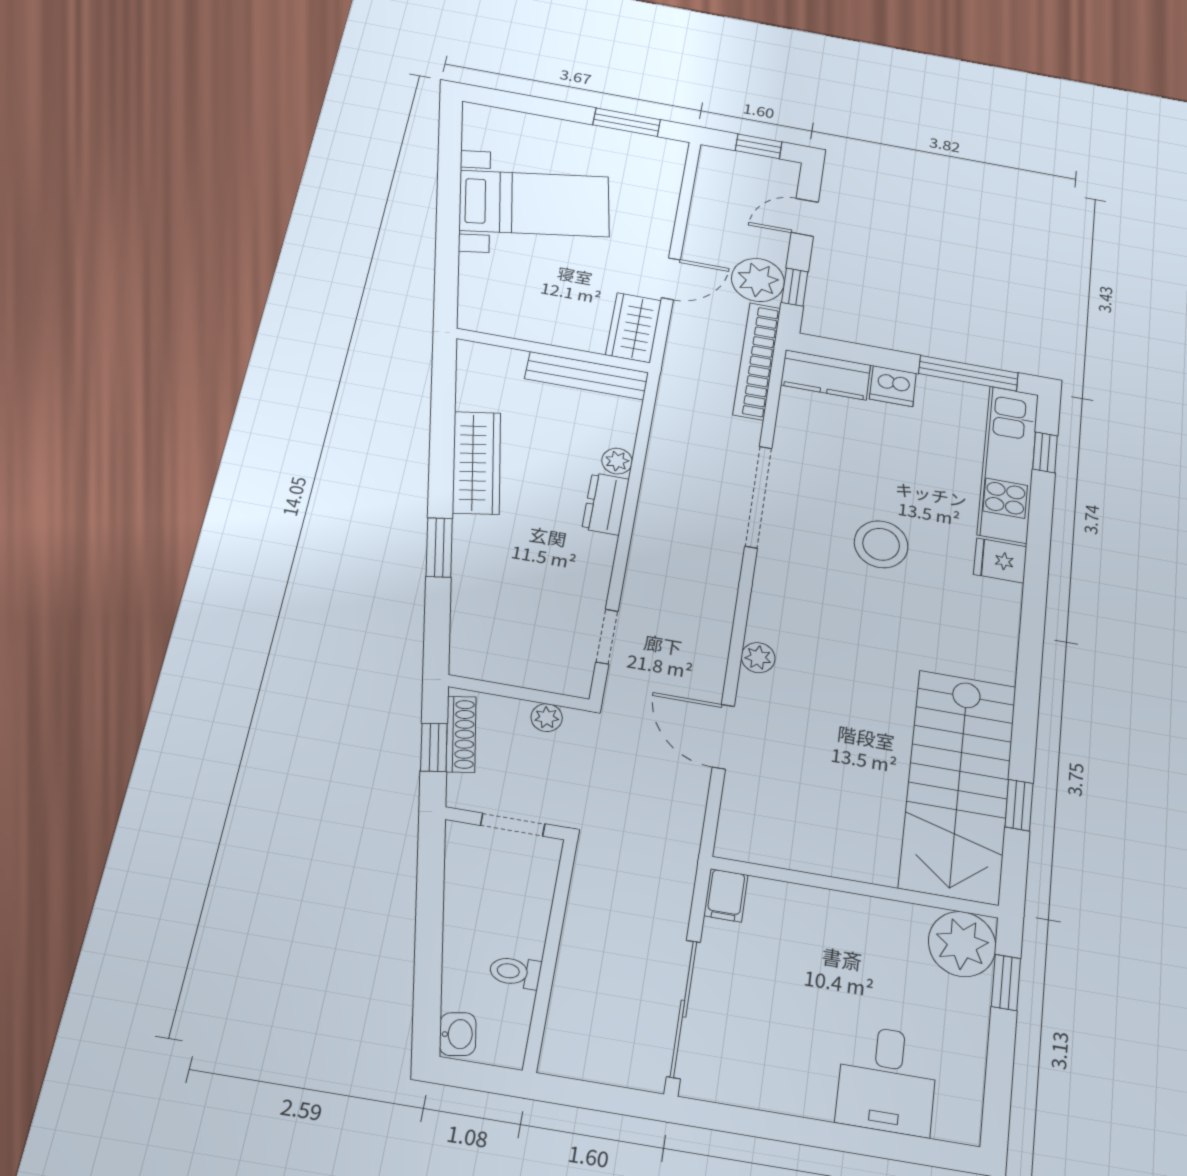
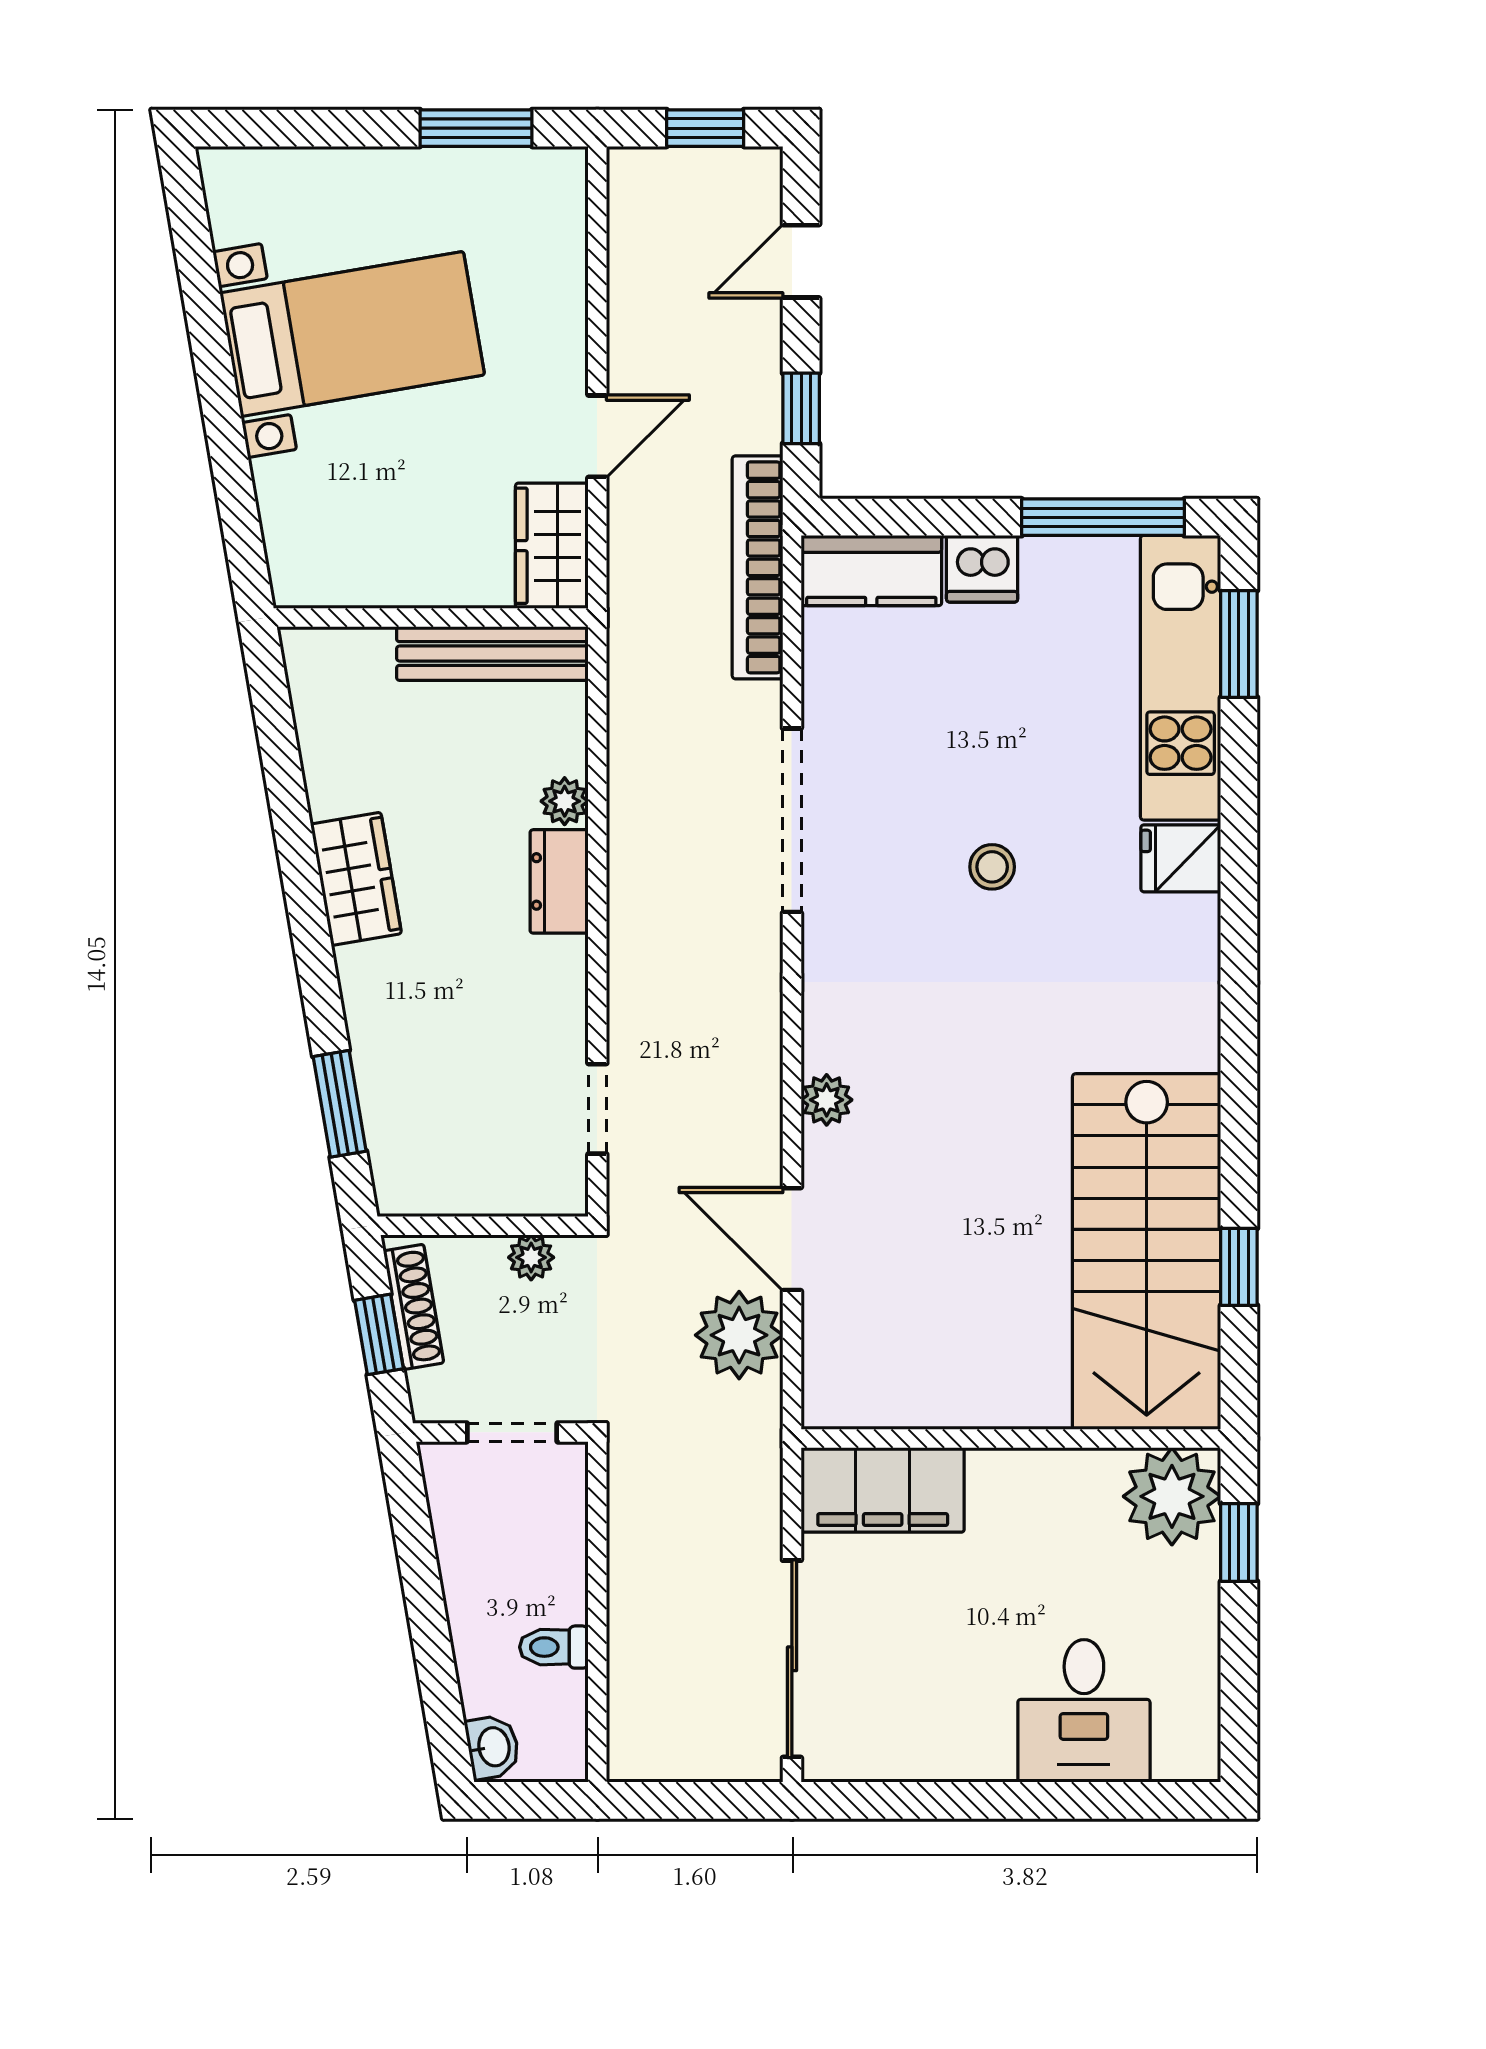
plant: (758, 280) -> (739, 1335), moved
window: (1045, 452) -> (1239, 644), width x1.50
wardrobe: (477, 463) -> (356, 879), width x0.67
stool: (881, 544) -> (992, 867), width x0.53, depth x0.53
window: (439, 547) -> (340, 1104), moved
filing cabinet: (726, 895) -> (883, 1490), width x3.00, depth x1.17

